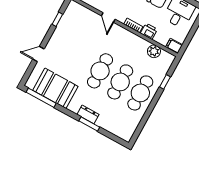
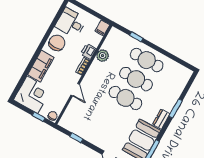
door: (108, 17) -> (75, 90), hinge flipped
plant: (154, 51) -> (103, 56), moved
dresser: (88, 114) -> (161, 119), moved

